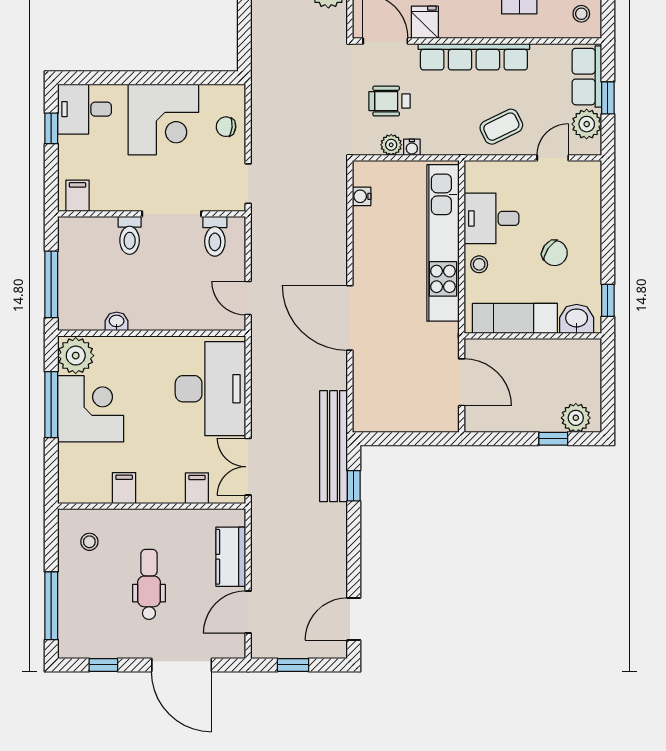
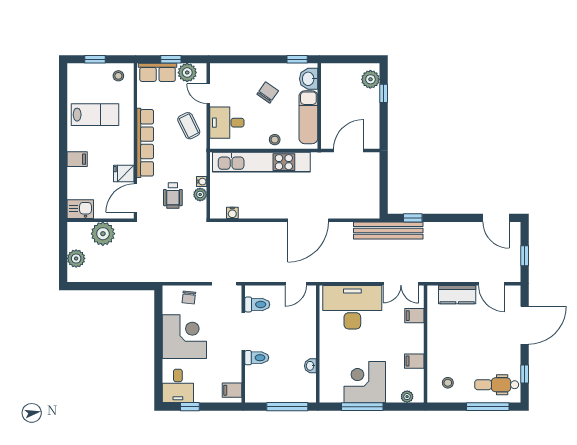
desk: (492, 218) -> (227, 123), moved, turned 90
plant: (76, 356) -> (407, 397), moved, width x0.53, depth x0.53
dental chair: (149, 584) -> (497, 385), moved

